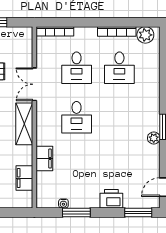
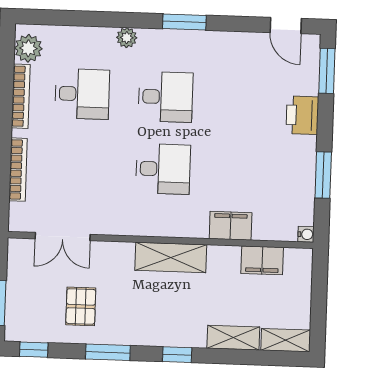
bookcase: (55, 31) -> (18, 170), moved
desk: (77, 68) -> (166, 97), moved
double door: (34, 84) -> (63, 237), moved
plant: (154, 138) -> (127, 38), moved
water cooler: (63, 203) -> (306, 234), moved

